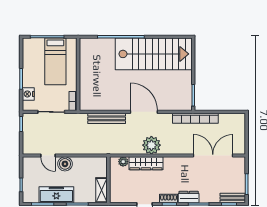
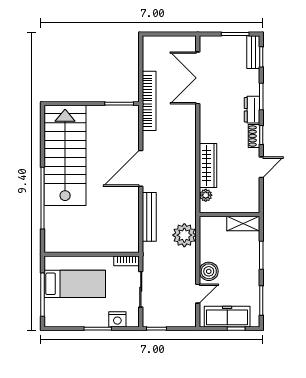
plant: (151, 145) -> (184, 235), moved
freezer: (56, 195) -> (227, 317), moved, turned 90

